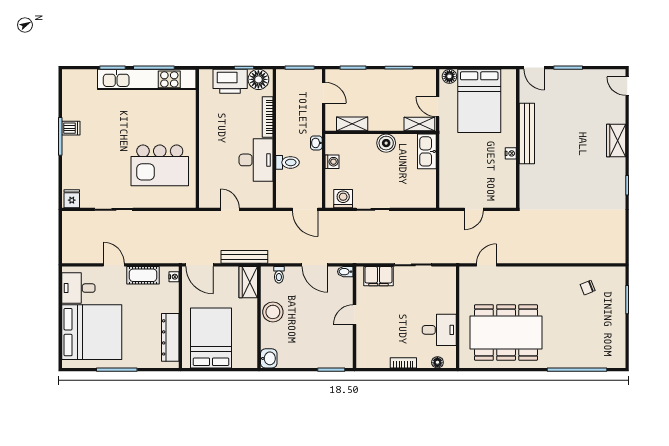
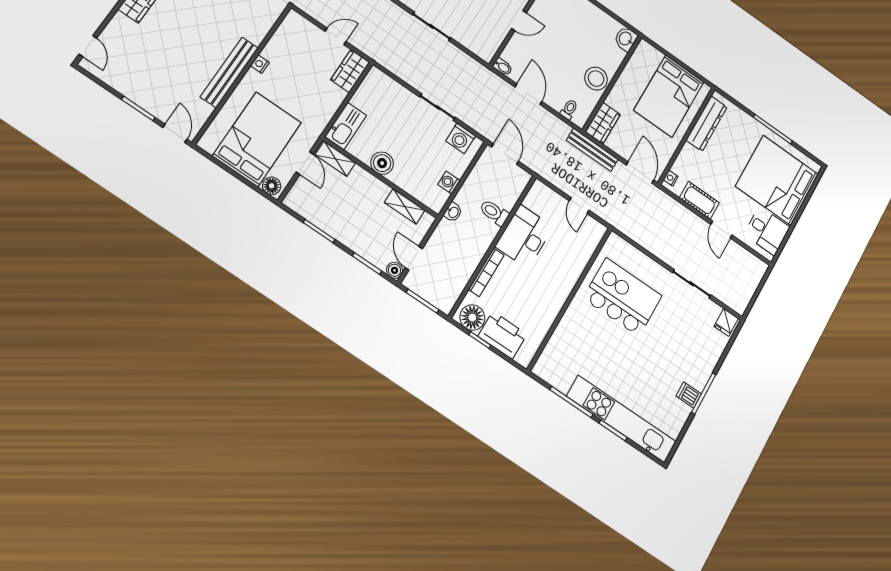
boiler: (332, 76) -> (394, 270), added
kitchen unit: (147, 79) -> (621, 419), moved
wardrobe: (448, 192) -> (350, 71), added
filing cabinet: (378, 276) -> (473, 40), removed

